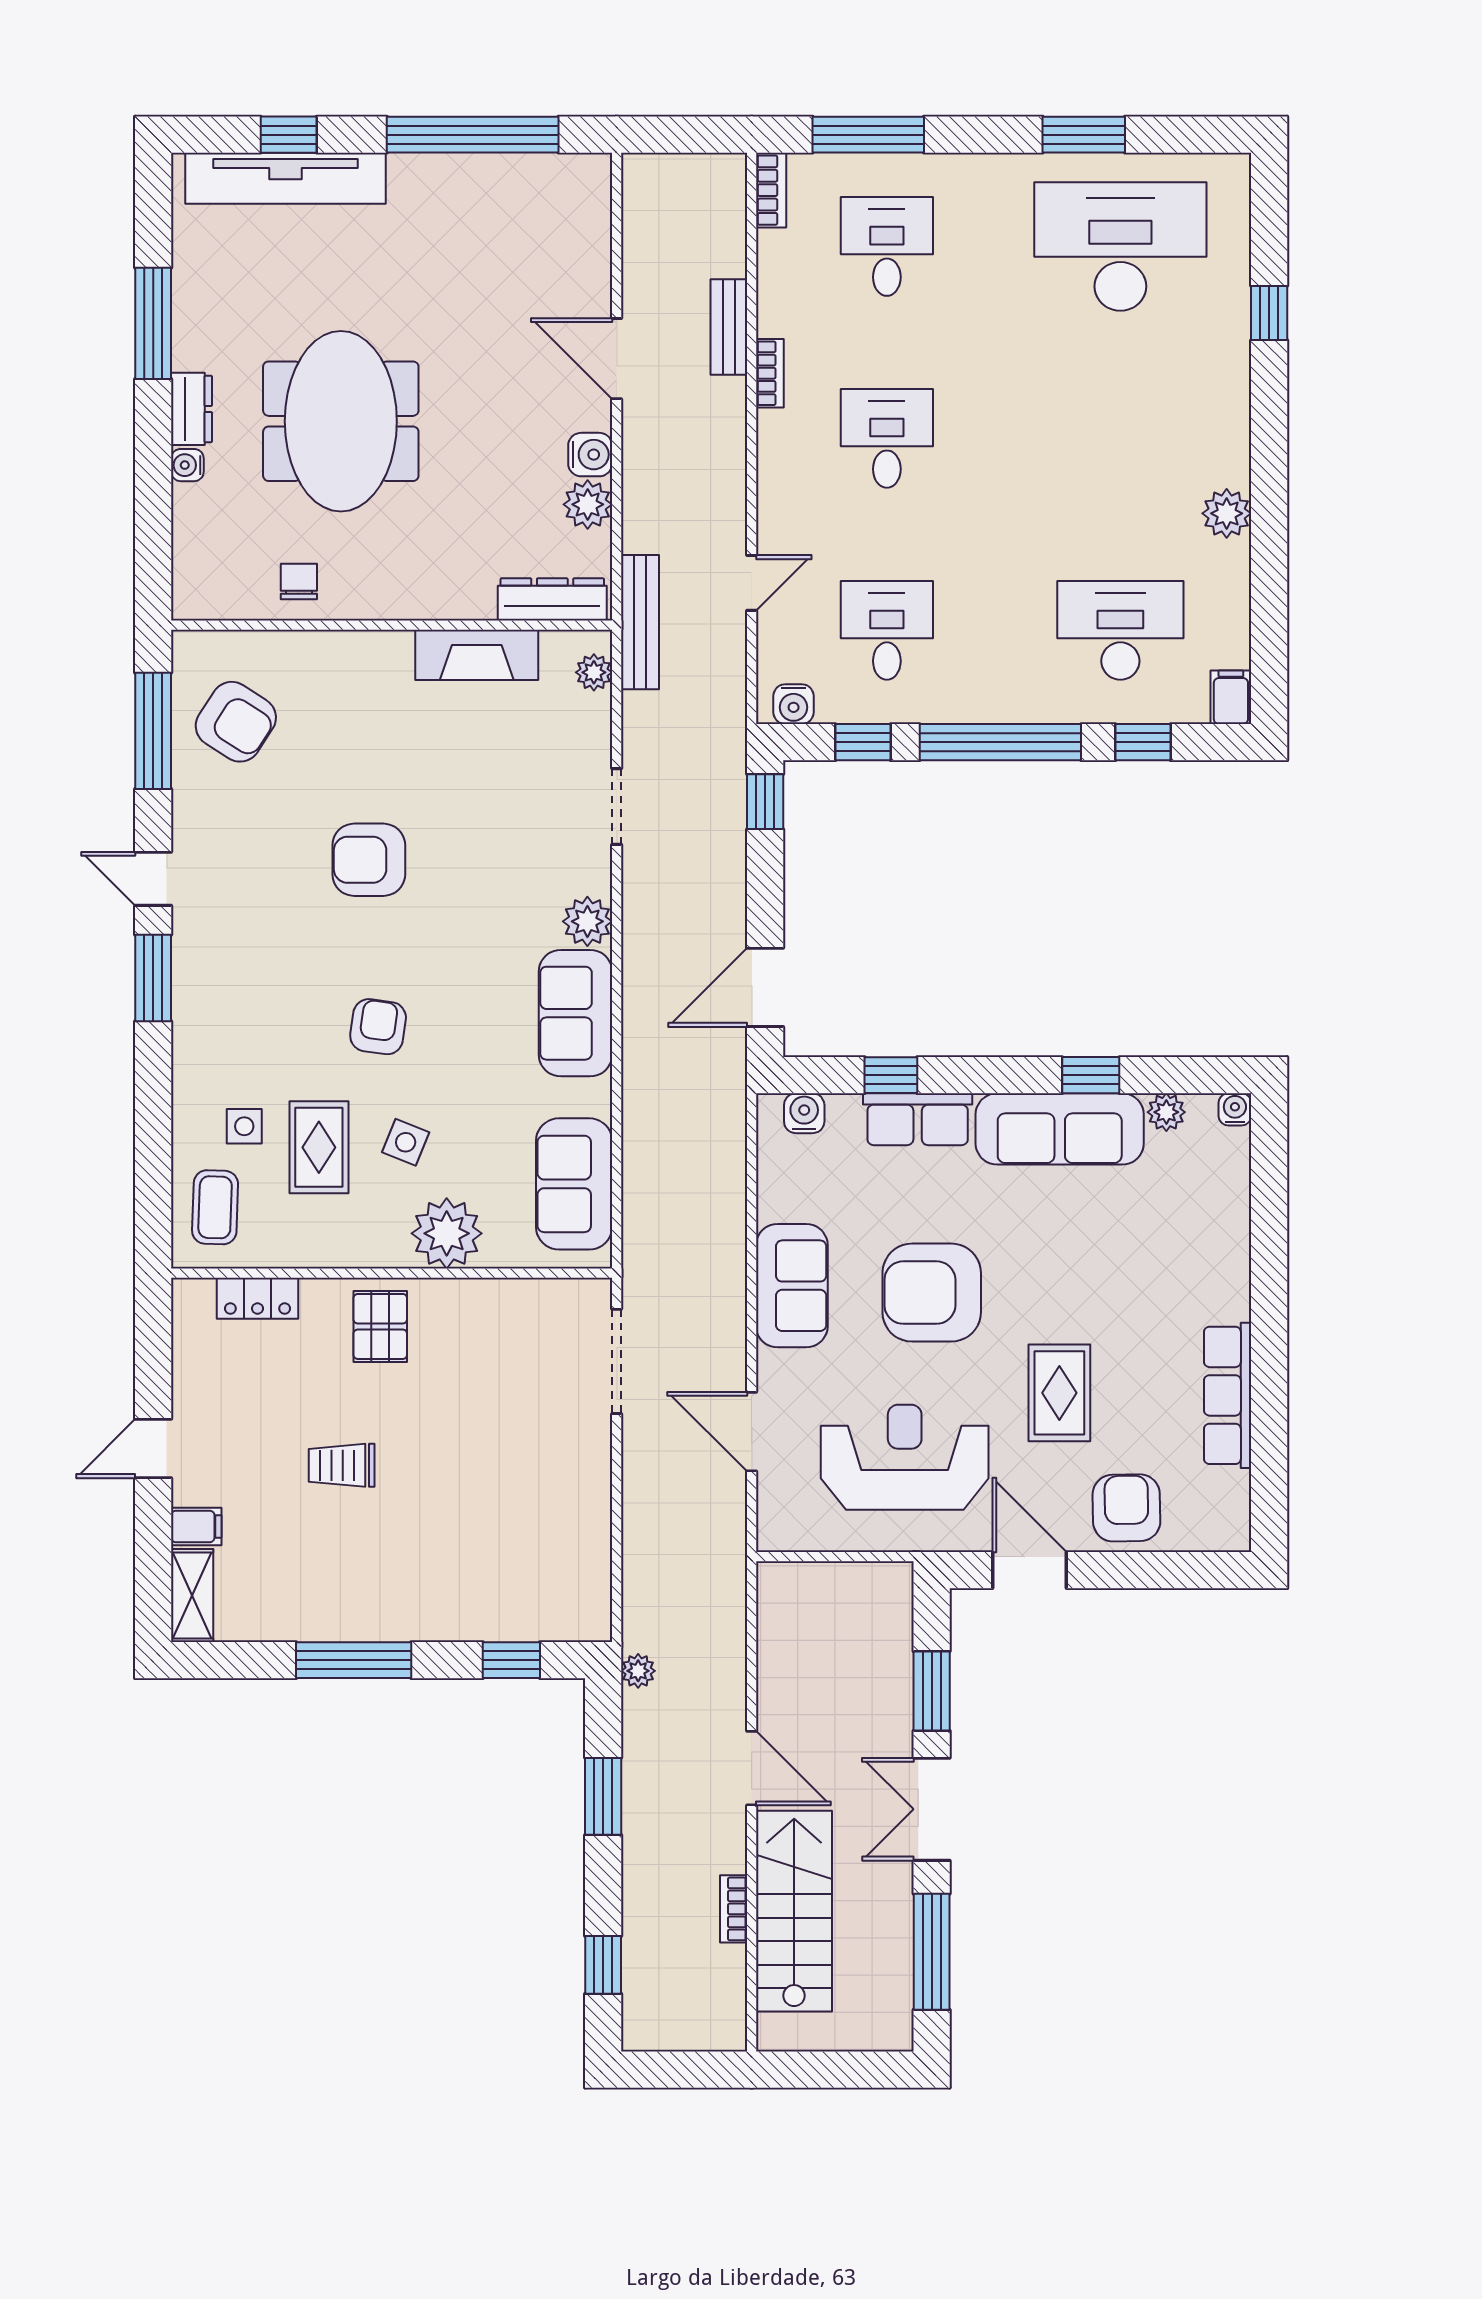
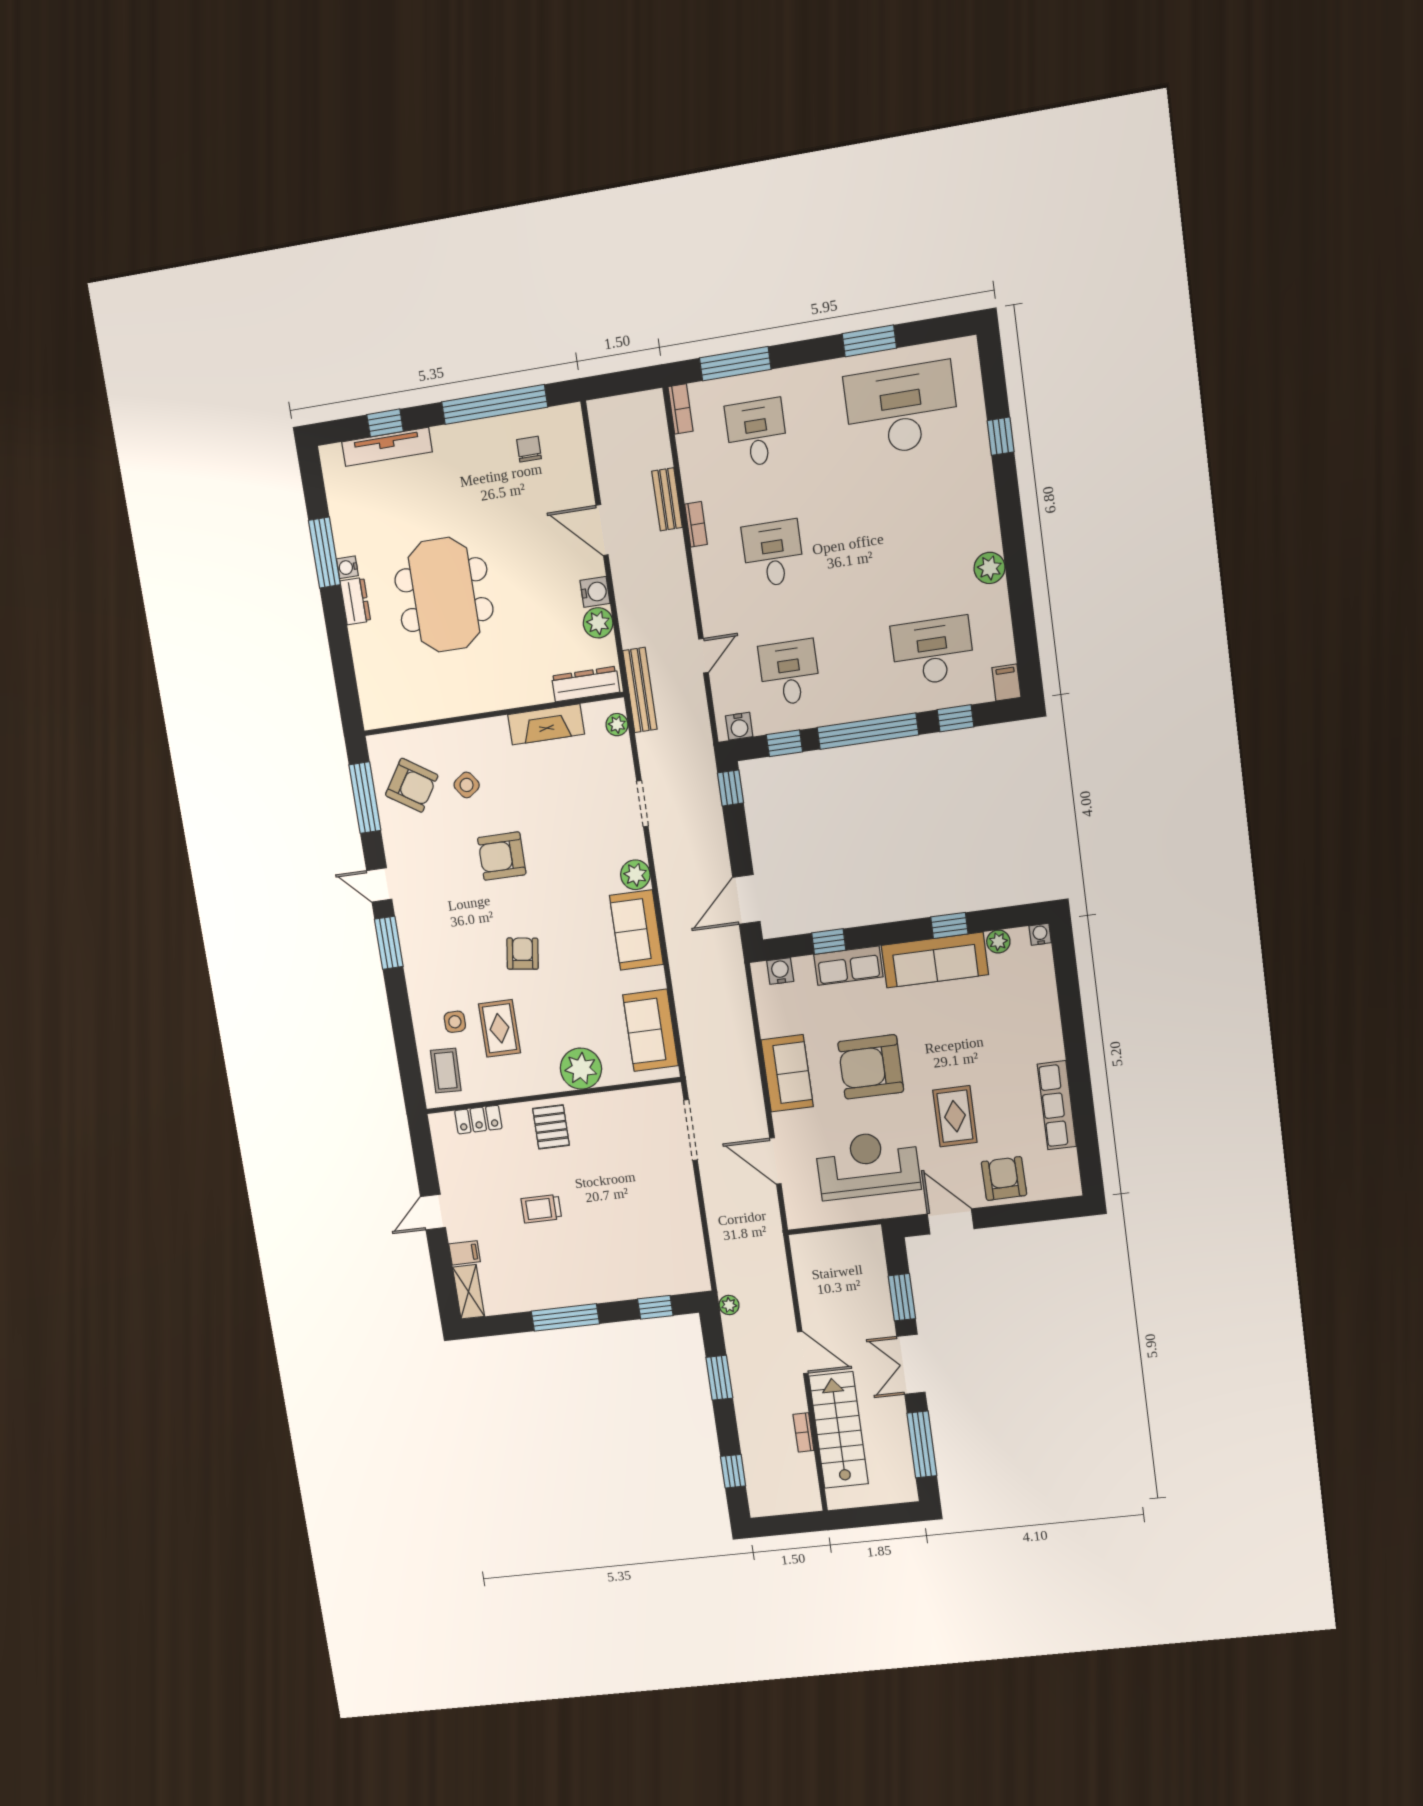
tv unit: (286, 178) -> (387, 447), width x0.73, depth x0.78
water cooler: (187, 465) -> (347, 567), moved
chair: (299, 582) -> (529, 449), moved
side table: (406, 1142) -> (467, 785), moved, turned 32

